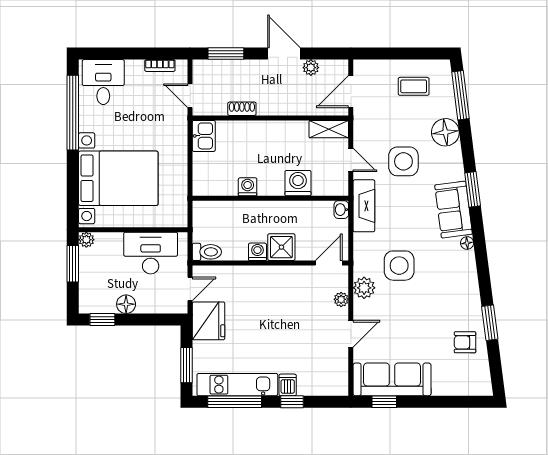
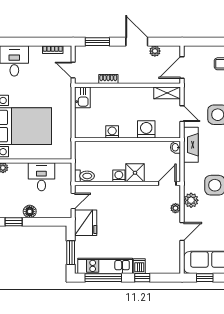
desk: (151, 253) -> (41, 177), width x0.73

